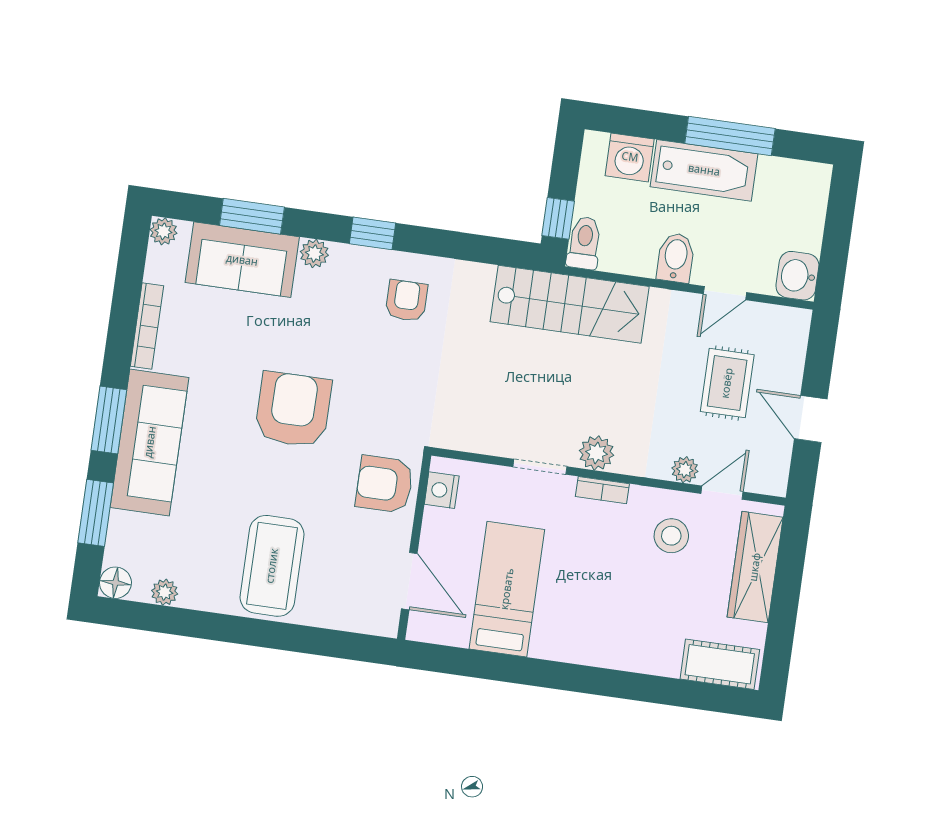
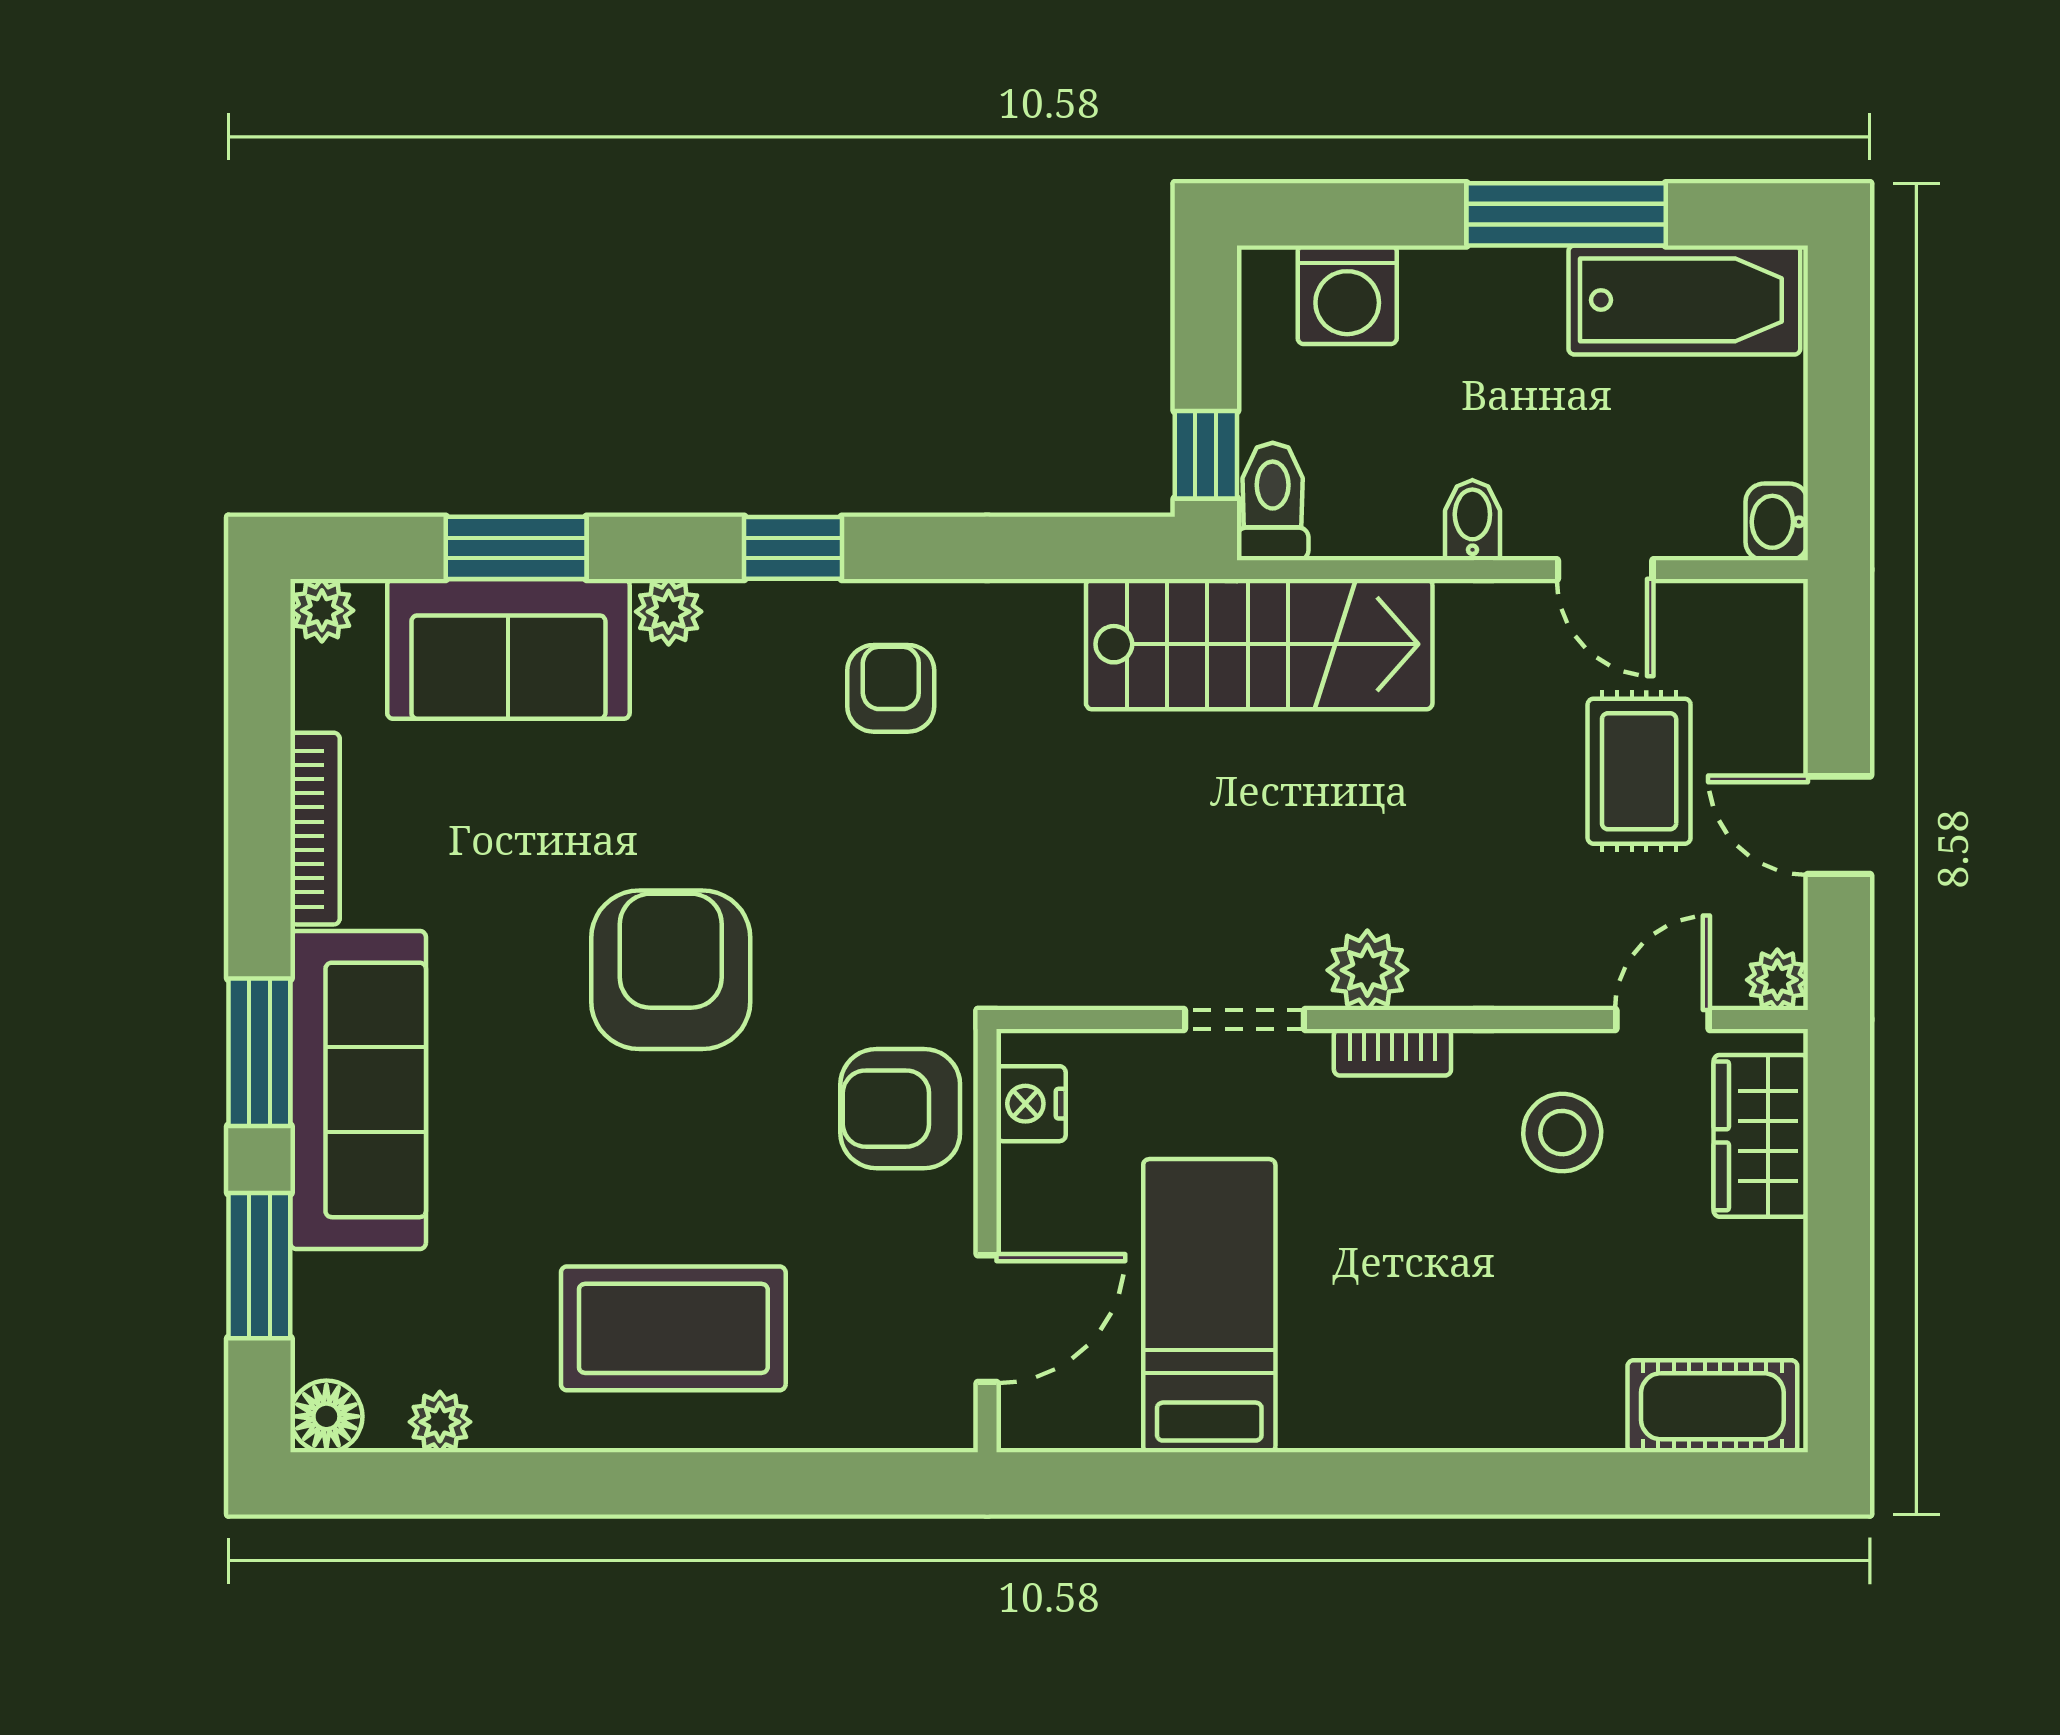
bathtub: (704, 170) -> (1684, 300), moved
bidet: (676, 258) -> (1472, 520), width x0.72, depth x0.74
washbasin: (797, 276) -> (1777, 522), width x0.72, depth x0.69
door: (725, 293) -> (1605, 570), hinge flipped
plant: (685, 470) -> (1777, 980), moved
coffee table: (272, 566) -> (673, 1328), turned 90
wardrobe: (755, 567) -> (1761, 1136), width x0.67
door: (409, 581) -> (987, 1319), hinge flipped

